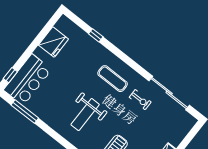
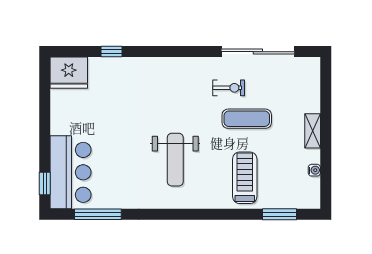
fridge: (53, 42) -> (69, 73), moved, turned 90
exercise mat: (113, 79) -> (247, 119), moved

